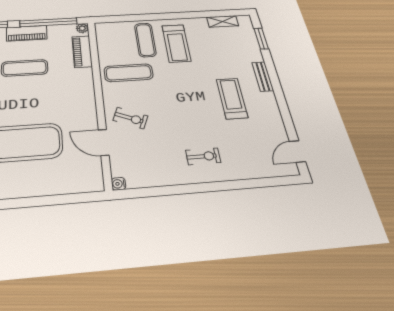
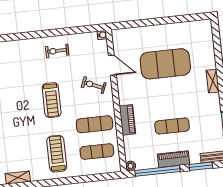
exercise mat: (145, 40) -> (97, 152), moved, turned 90
piano: (82, 52) -> (127, 120), moved
treadmill: (232, 98) -> (52, 100), moved
exercise bike: (203, 156) -> (57, 51), moved

